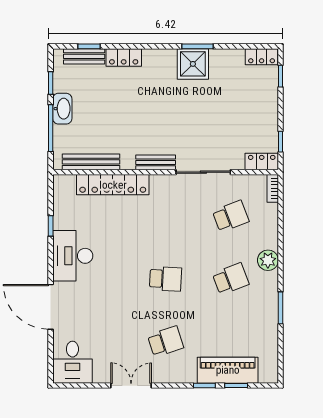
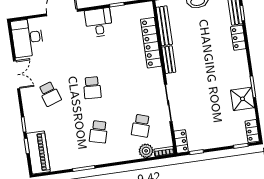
shower: (193, 64) -> (243, 99), moved
bench: (156, 162) -> (169, 60), moved
school desk: (231, 216) -> (141, 126), turned 39
desk: (73, 256) -> (99, 23), width x0.73
plant: (268, 260) -> (146, 151), moved
school desk: (231, 279) -> (99, 132), turned 36
desk: (72, 362) -> (27, 38), width x1.37
piano: (228, 370) -> (38, 153), moved

